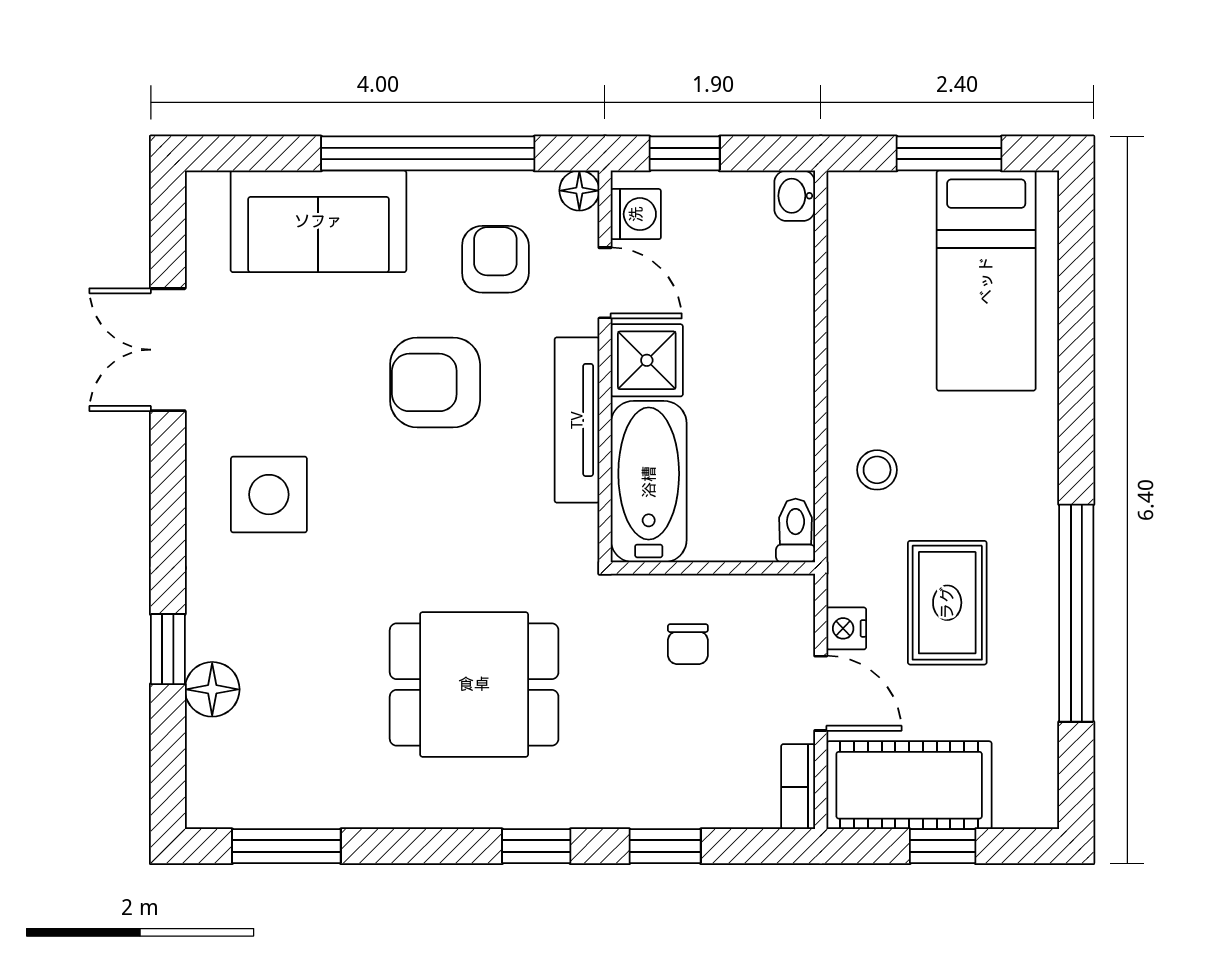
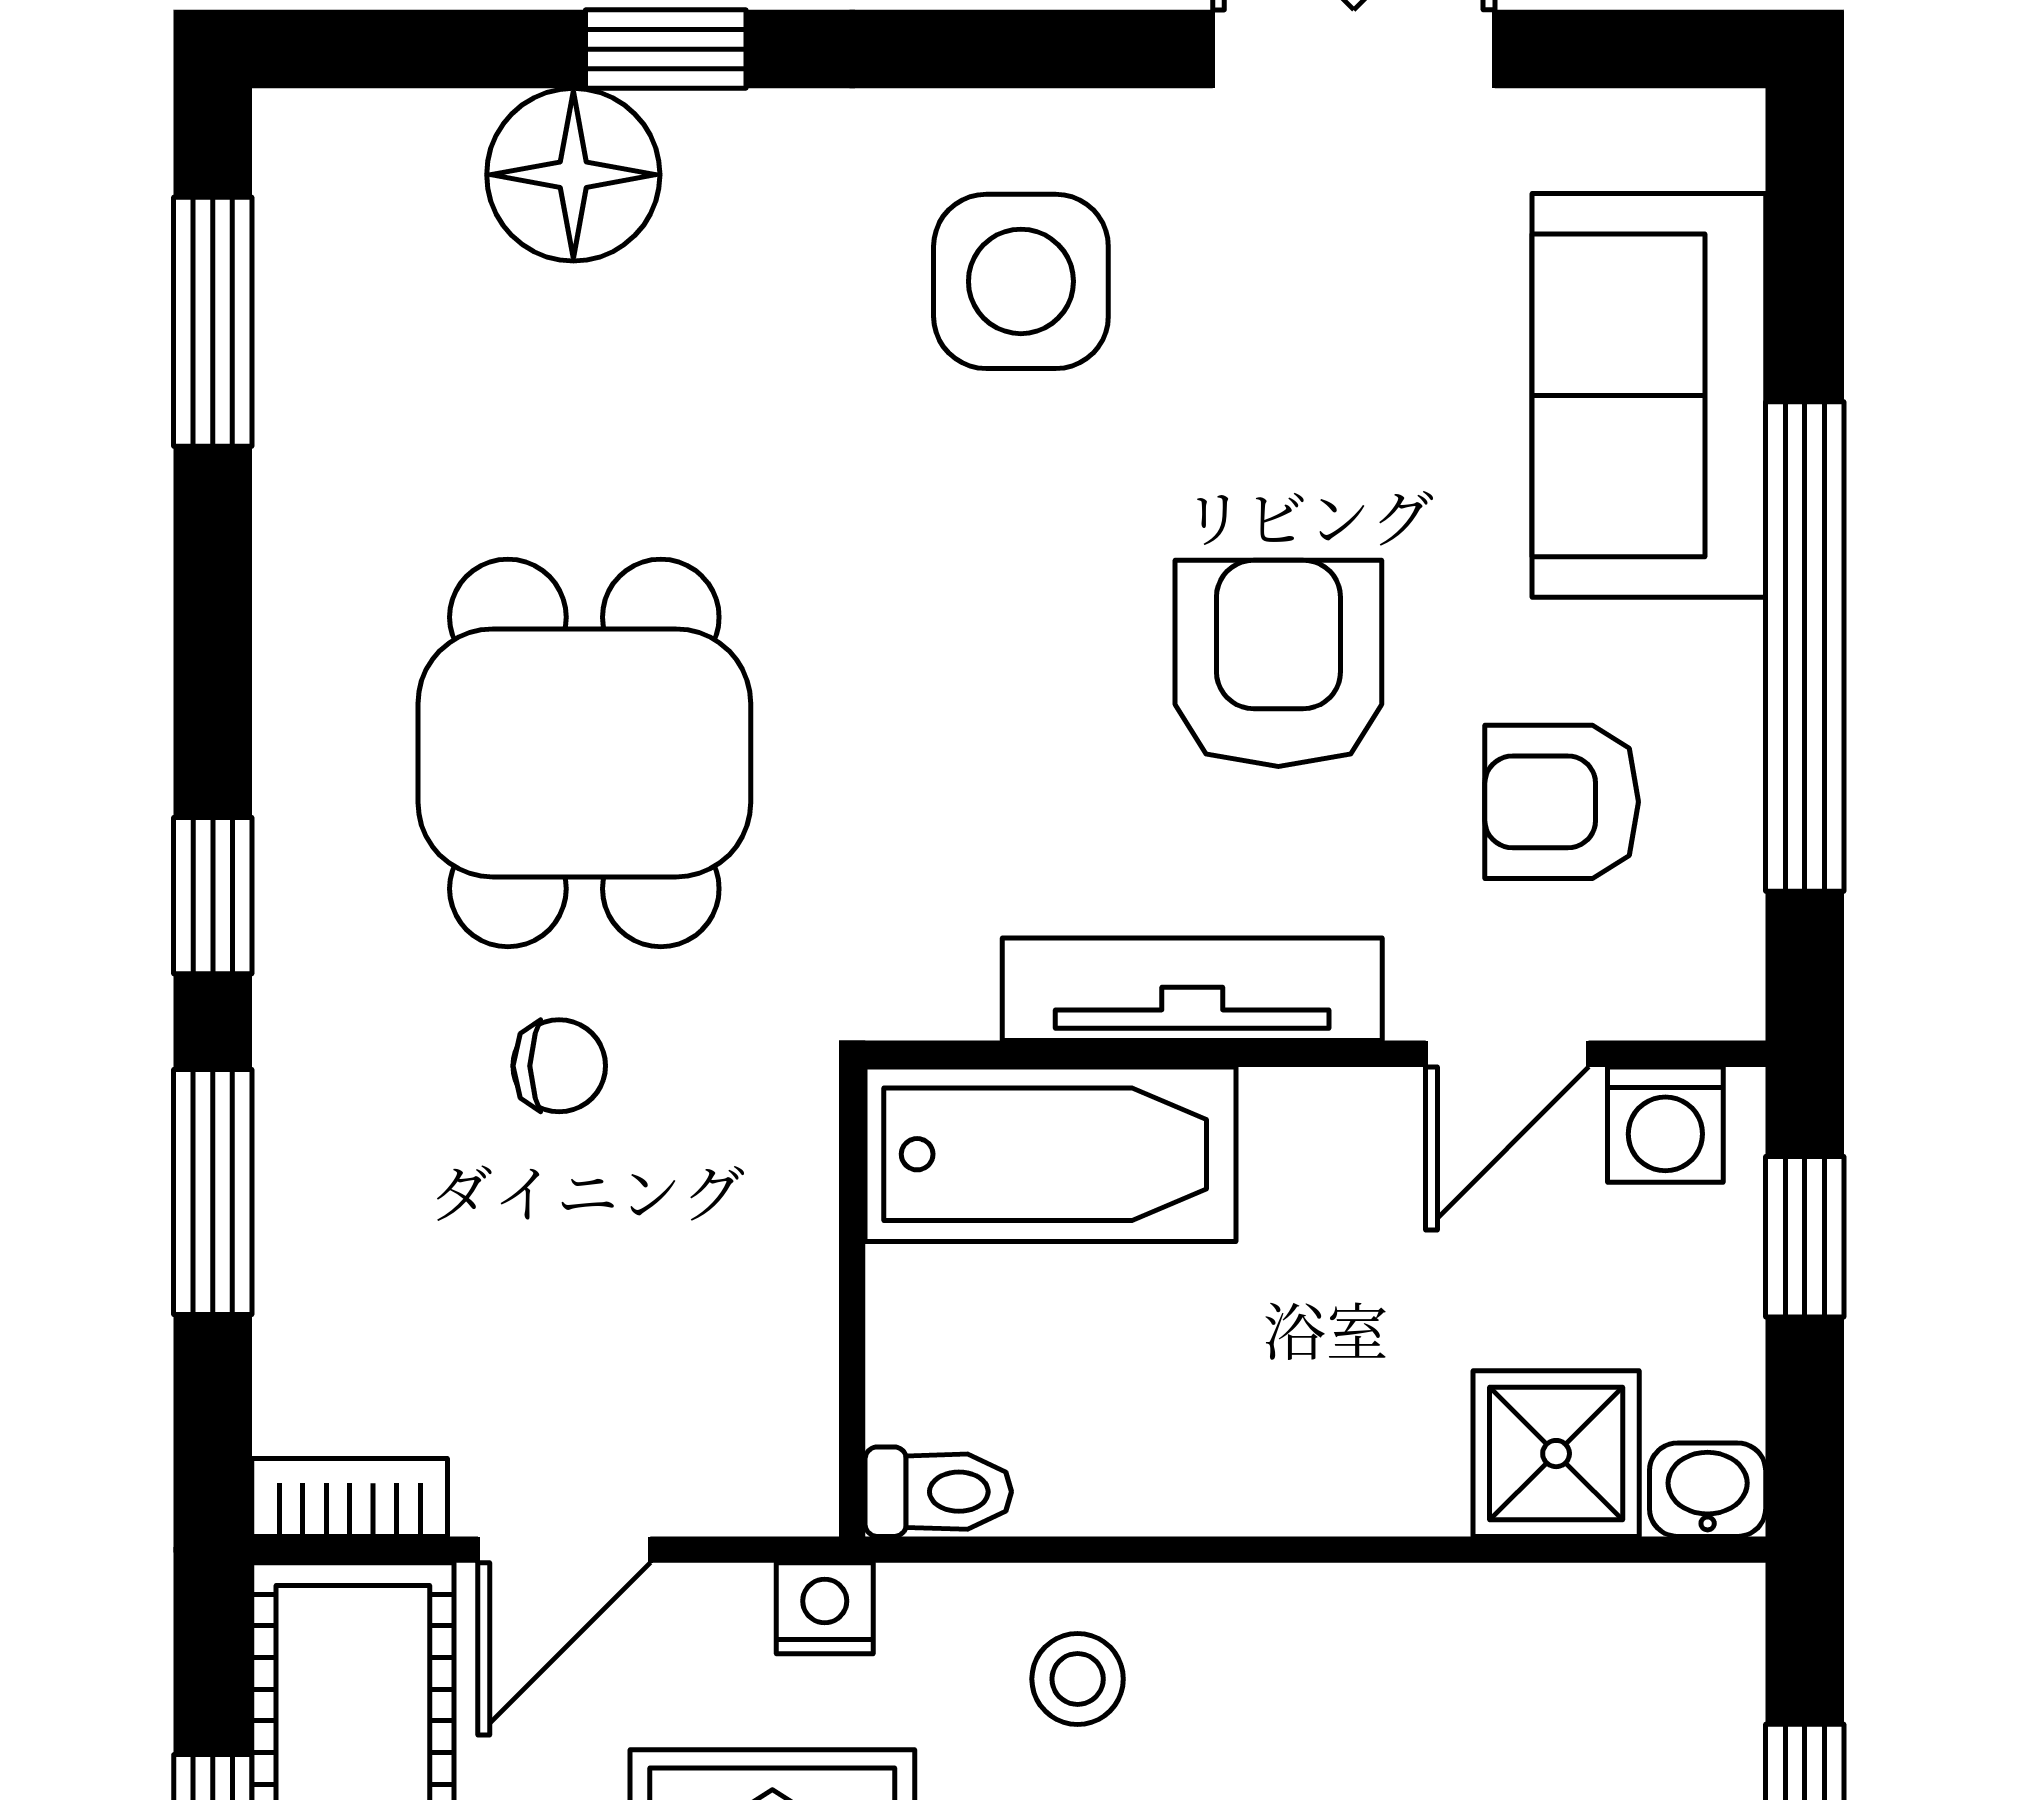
floor lamp: (579, 191) -> (1720, 995), removed
armchair: (495, 259) -> (1562, 802), turned 180
shower: (647, 360) -> (1556, 1454), moved
nightstand: (846, 628) -> (825, 1608), moved
chair: (688, 644) -> (559, 1066), moved, turned 180
floor lamp: (212, 689) -> (573, 175), width x1.38, depth x1.38
window: (665, 846) -> (213, 1192), width x1.50

